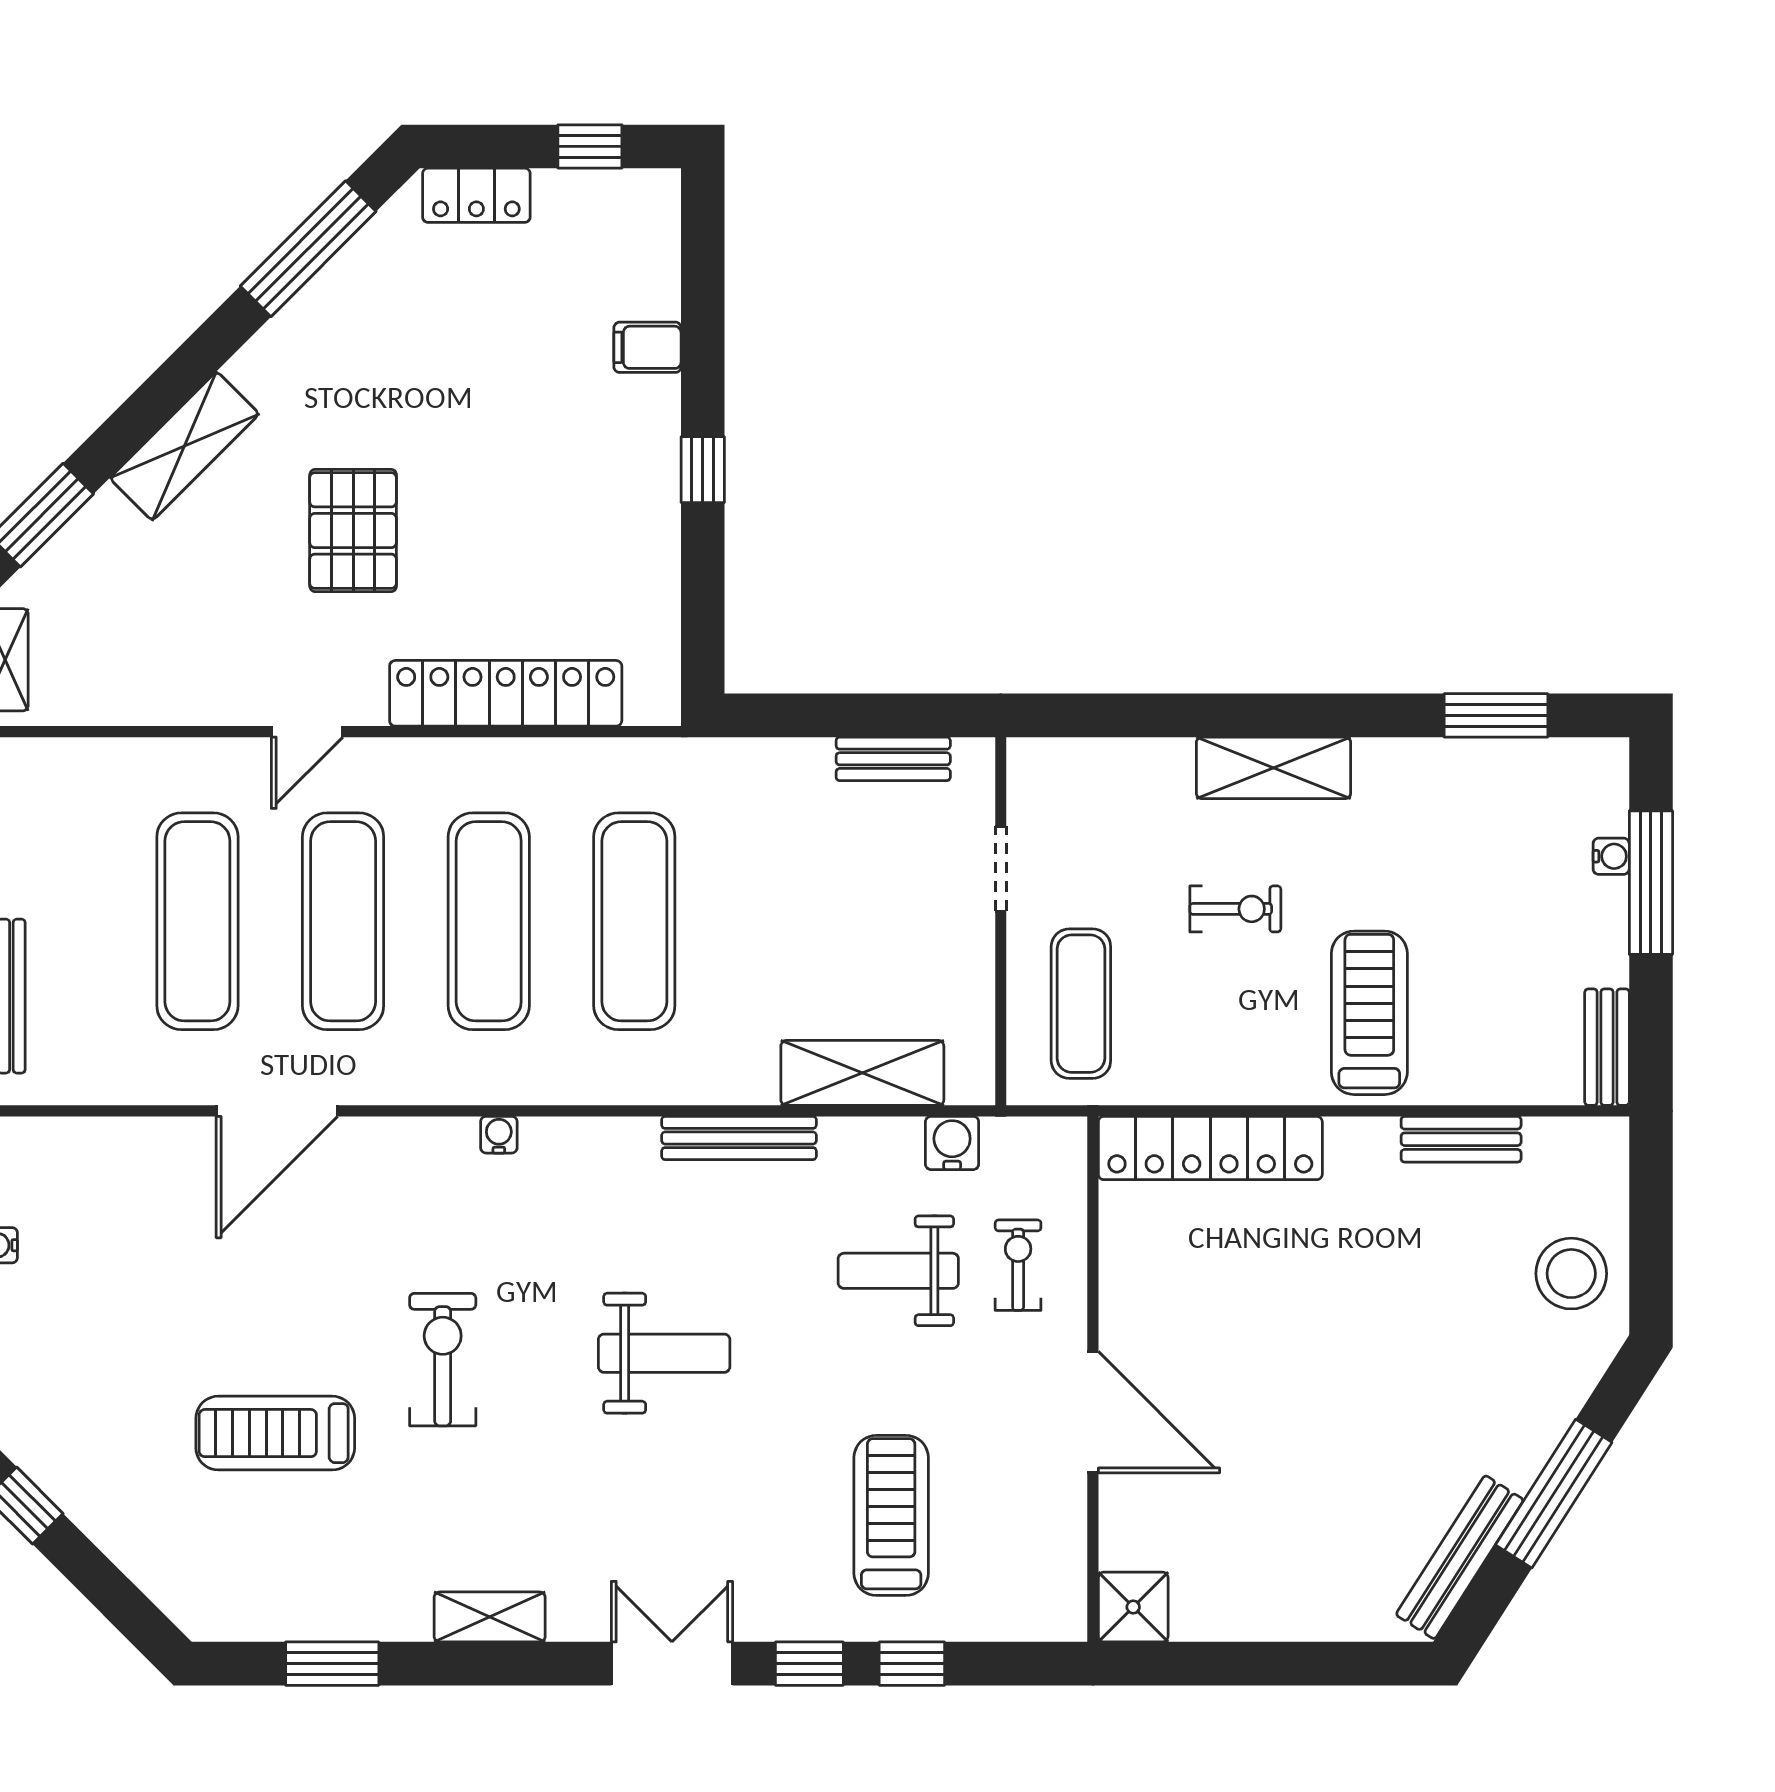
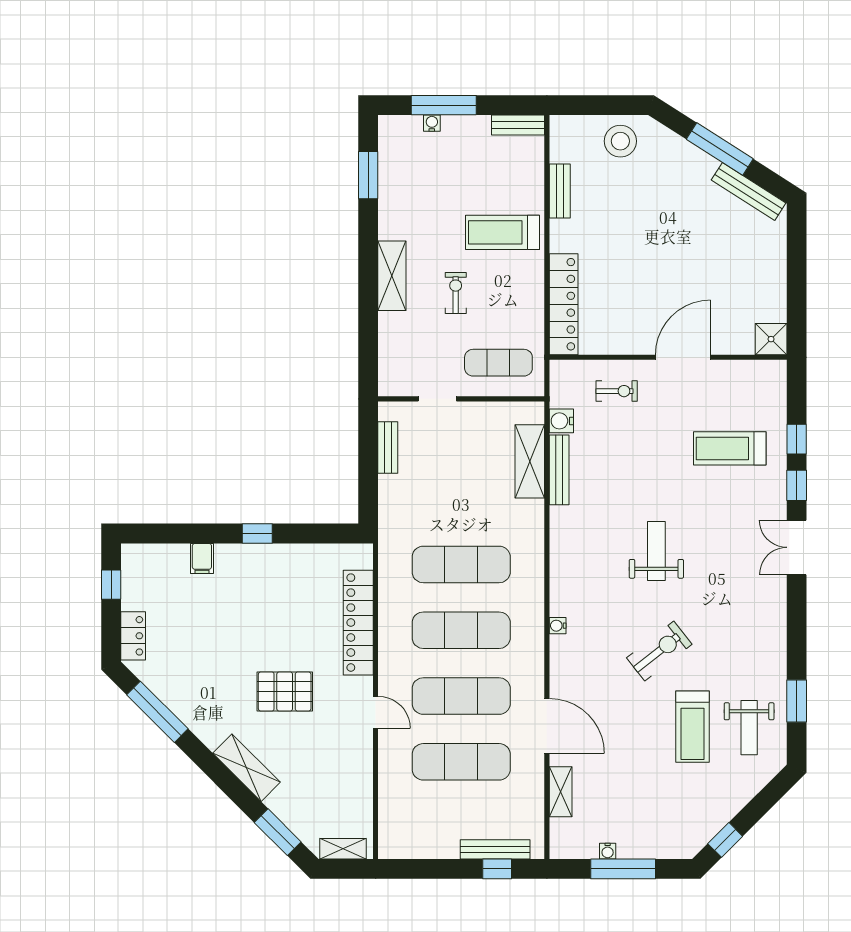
bench: (739, 1138) -> (559, 470), moved
exercise bike: (1018, 1265) -> (617, 391), turned 180
weight bench: (898, 1271) -> (749, 728), moved
exercise bike: (443, 1360) -> (659, 651), turned 142
shelving: (490, 1617) -> (561, 792), moved

